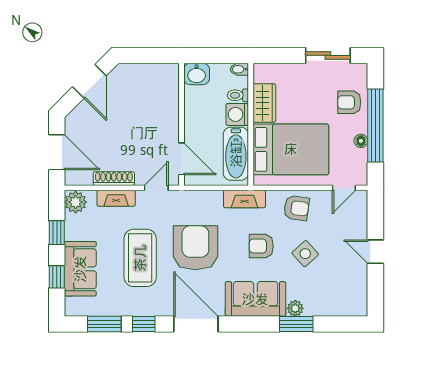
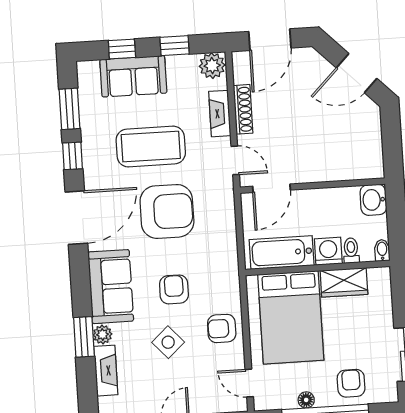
fireplace: (245, 199) -> (106, 371), moved, turned 180
armchair: (296, 208) -> (222, 328), turned 82

